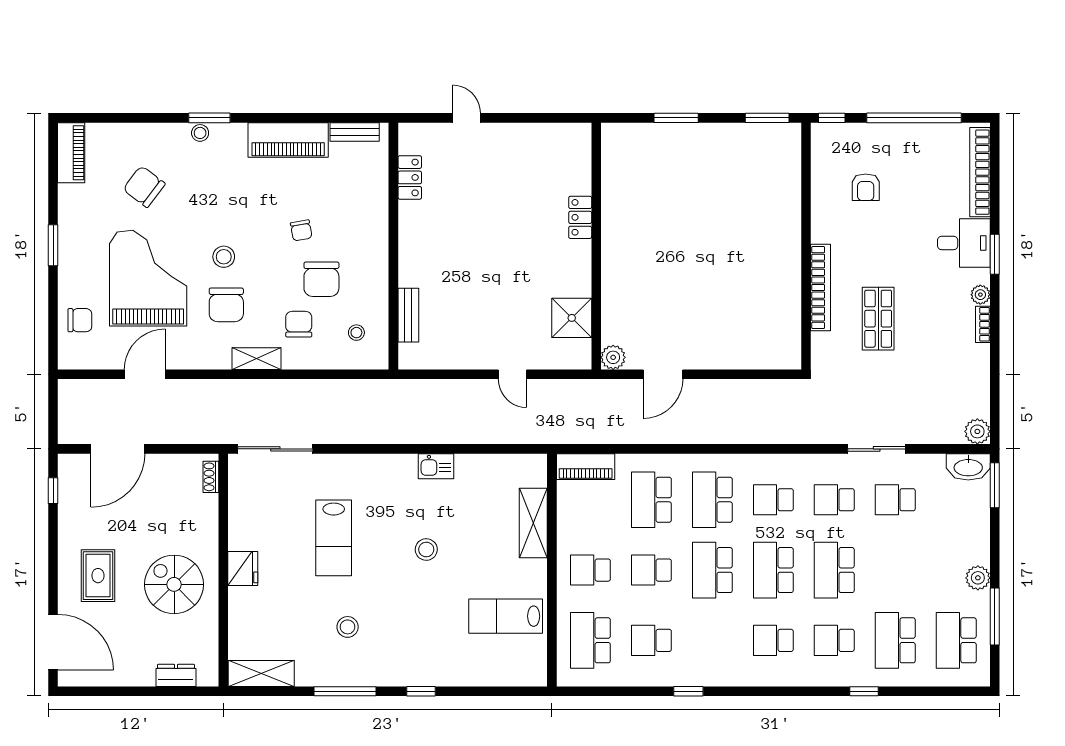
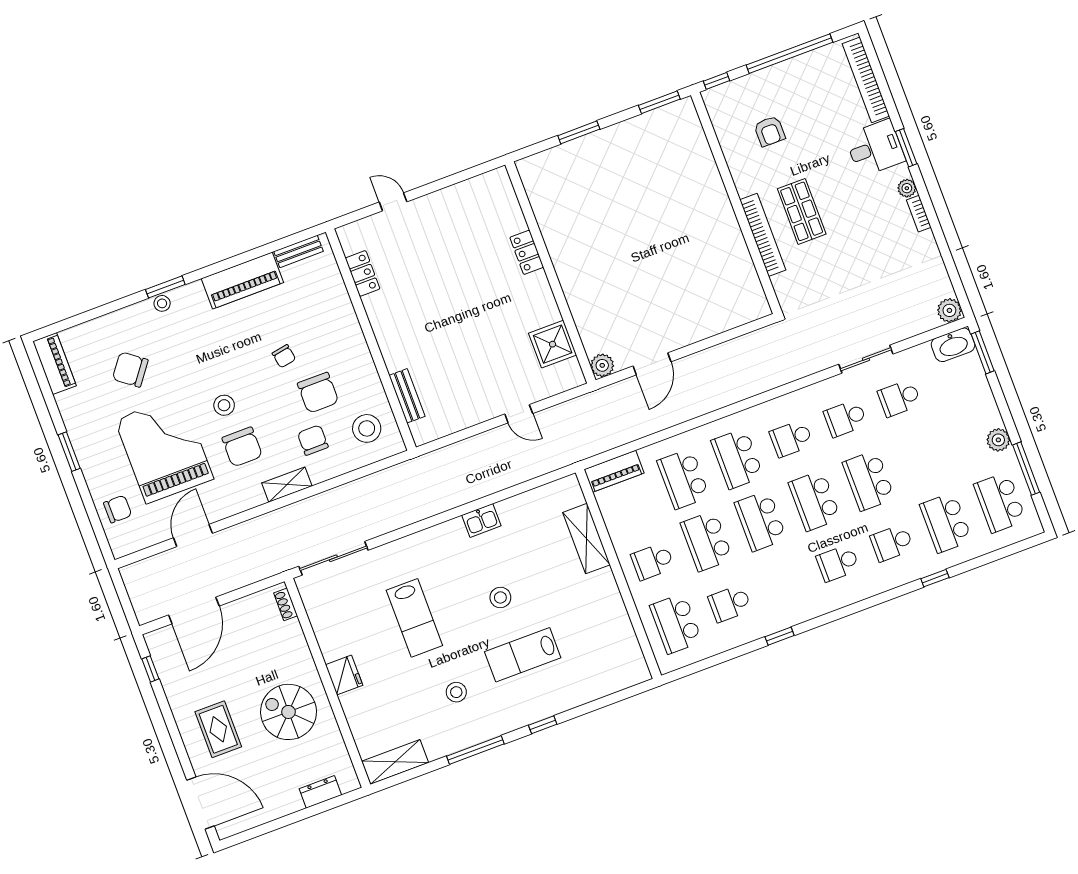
shop shelf: (878, 319) -> (802, 211), moved
stool: (356, 333) -> (367, 428), width x1.89, depth x1.89
school desk: (651, 570) -> (707, 541), width x1.85
lab bench: (506, 616) -> (523, 655), moved

